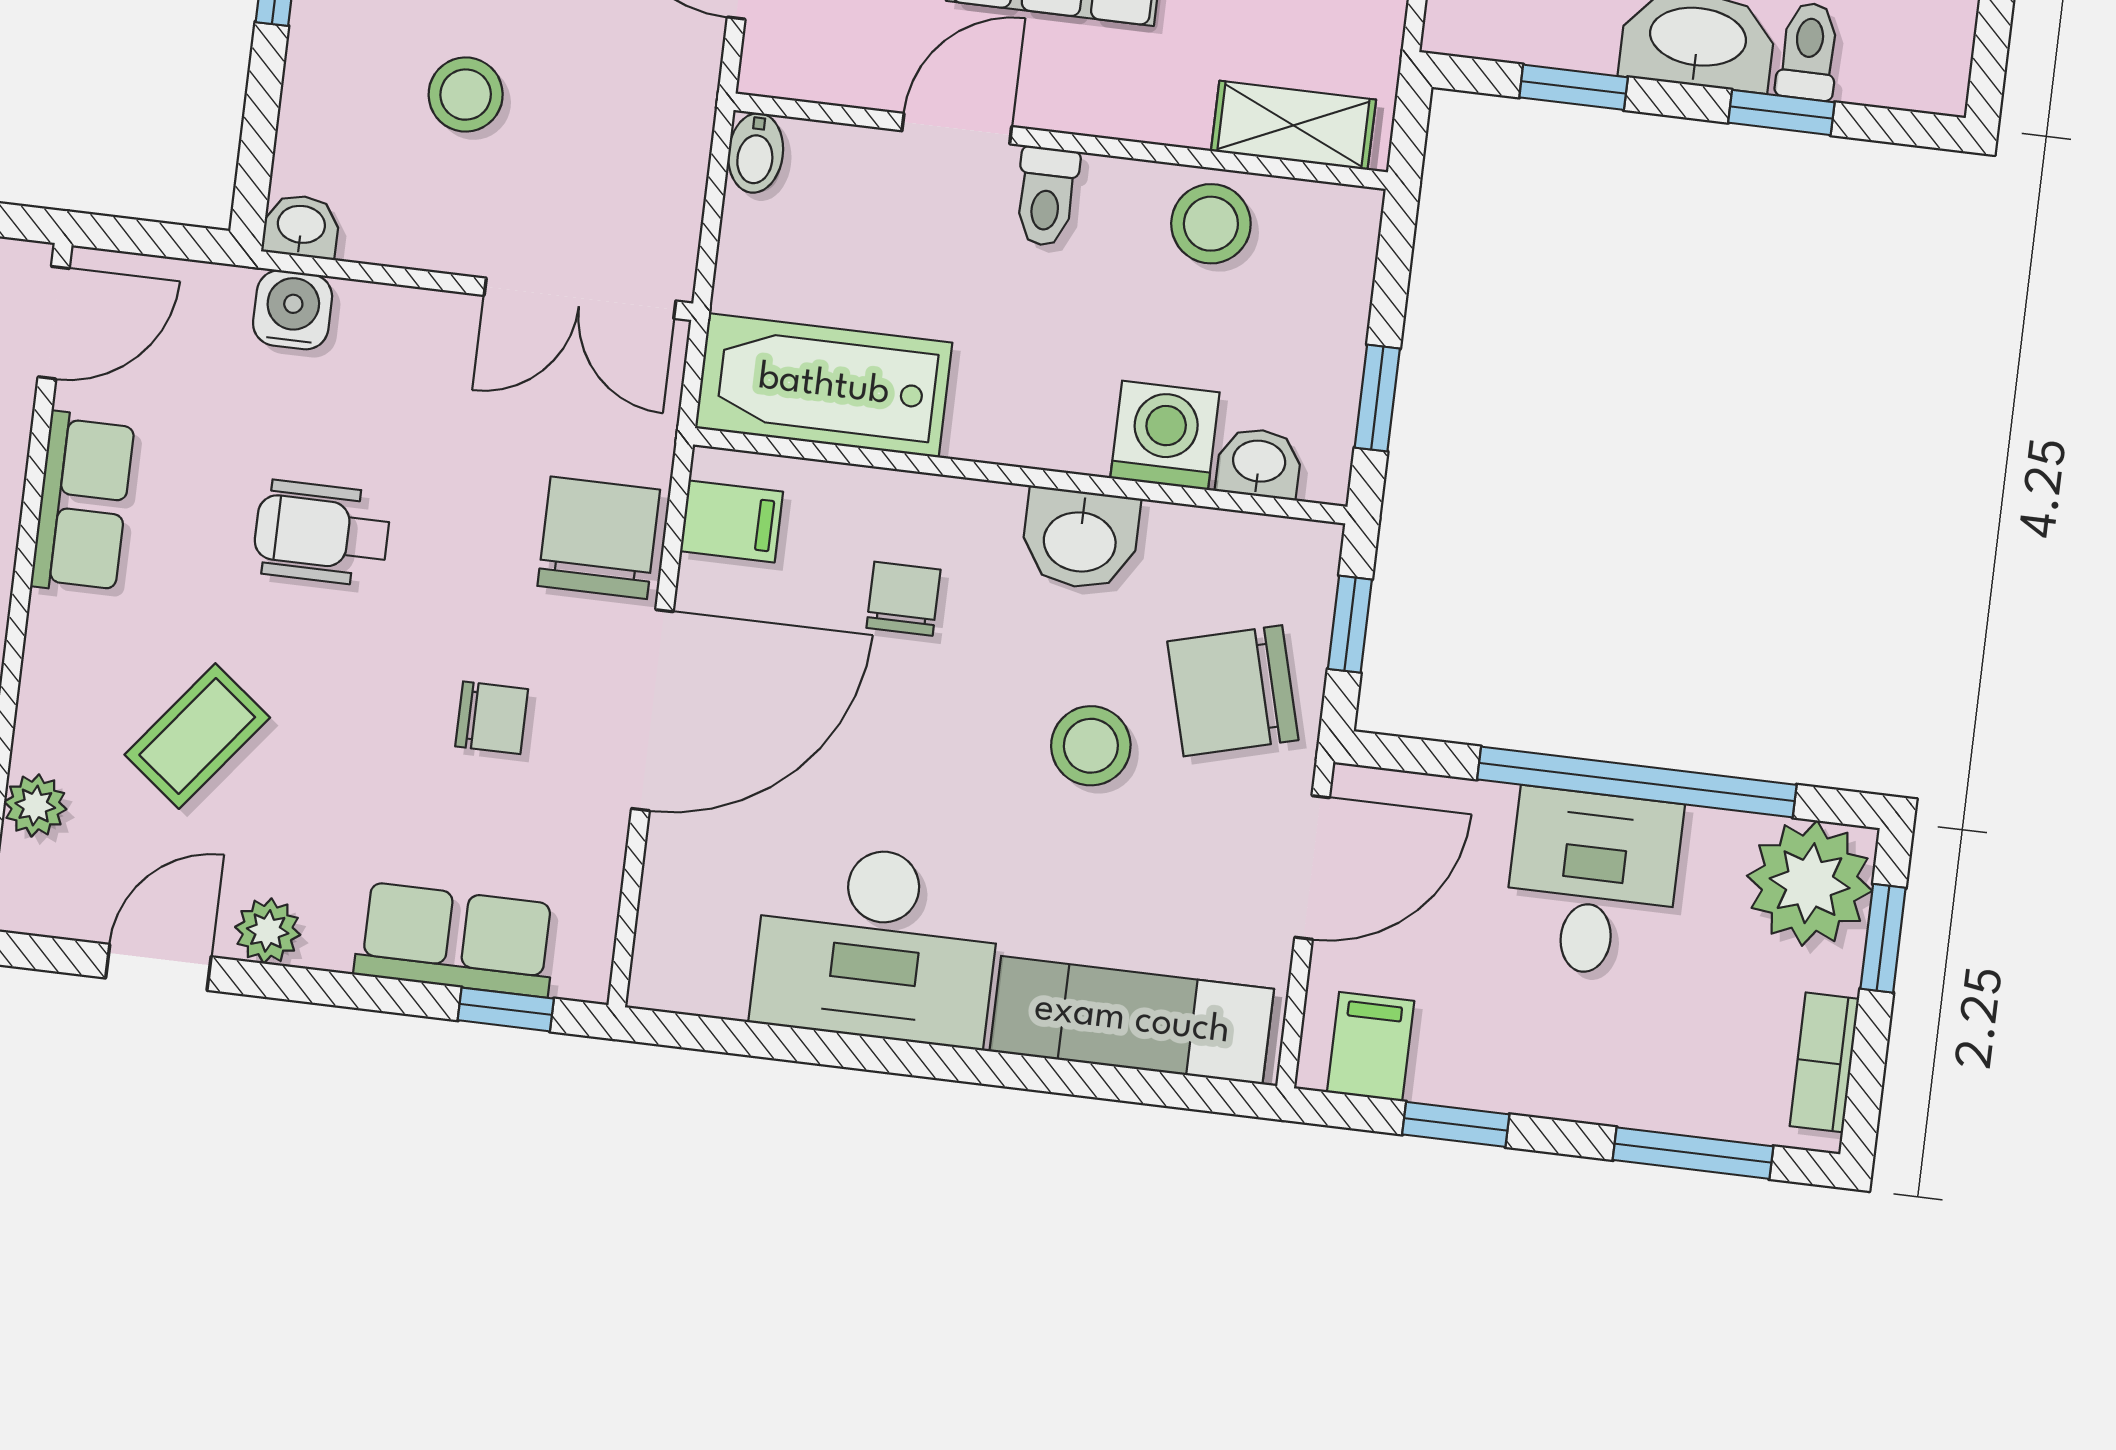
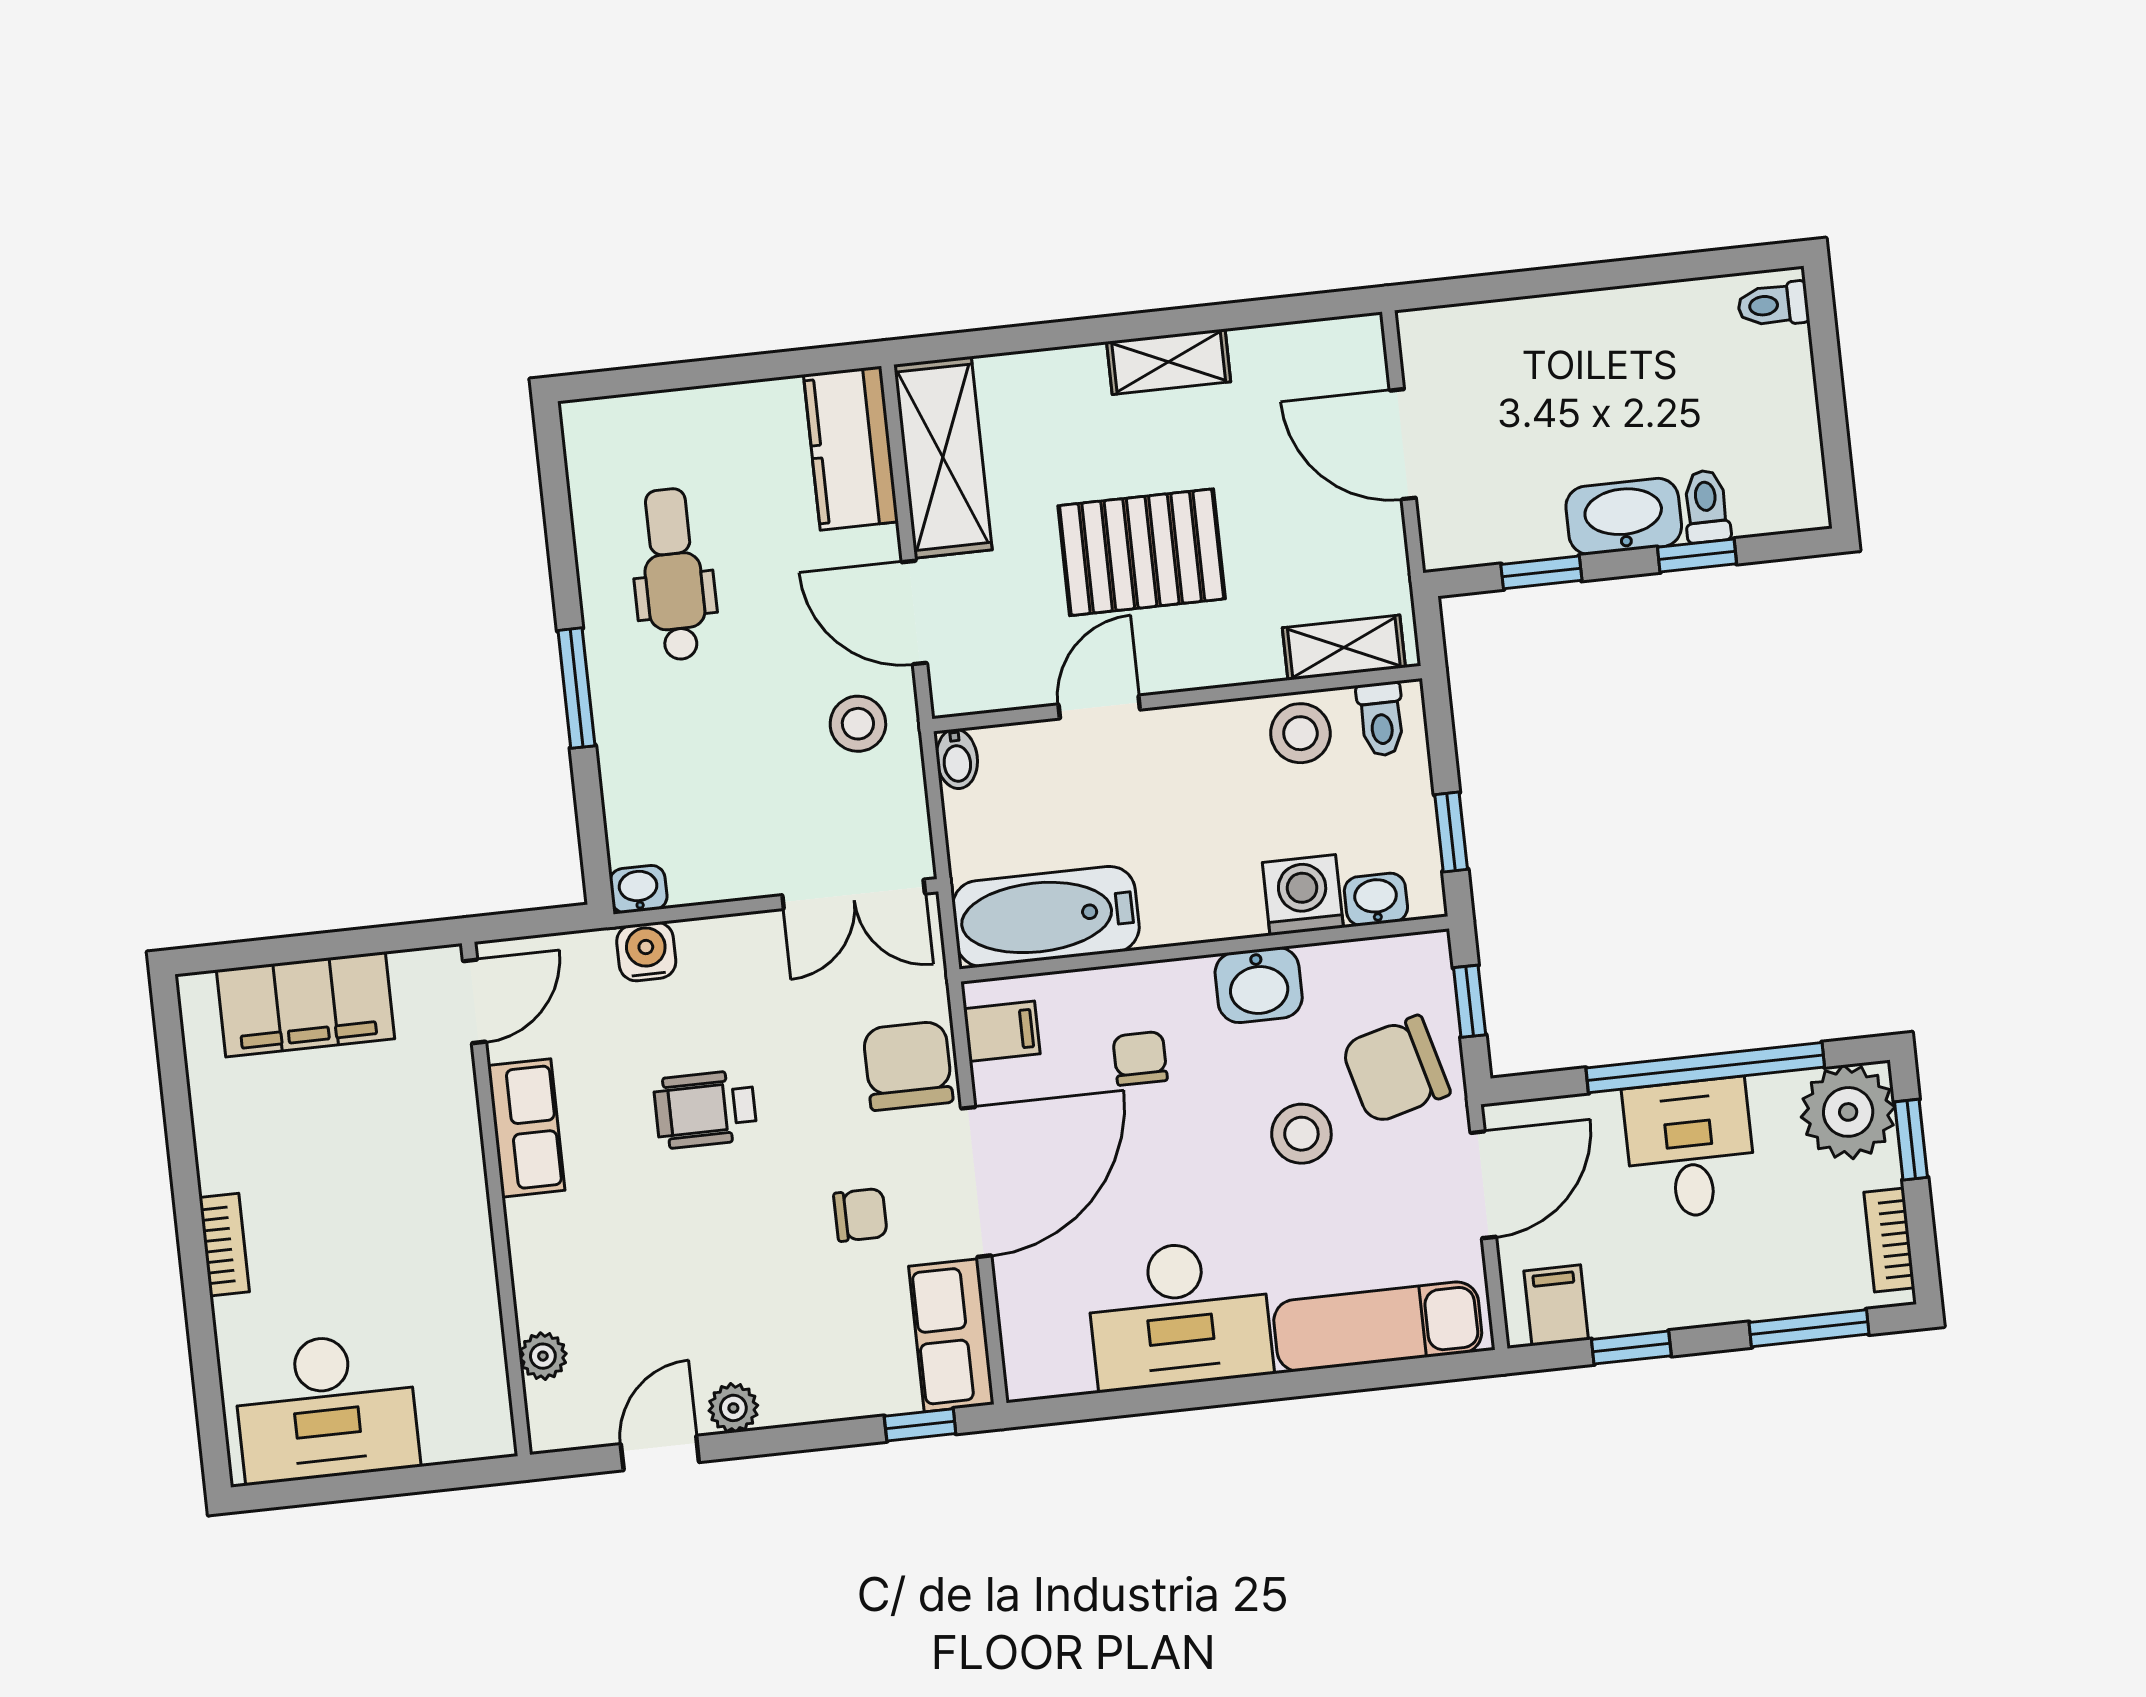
stool: (466, 95) -> (858, 724), moved
toilet: (1046, 197) -> (1381, 719), moved
coffee table: (197, 736) -> (649, 1278), removed
row of seats: (456, 940) -> (951, 1335), moved, turned -90

